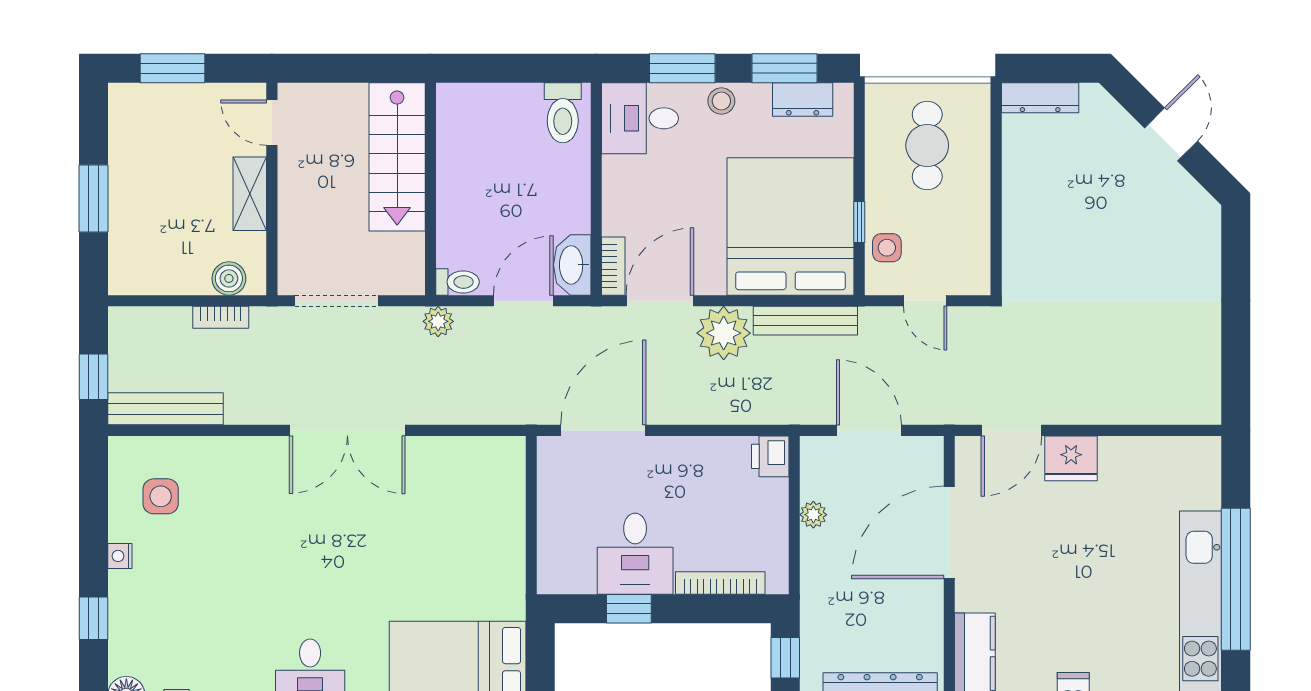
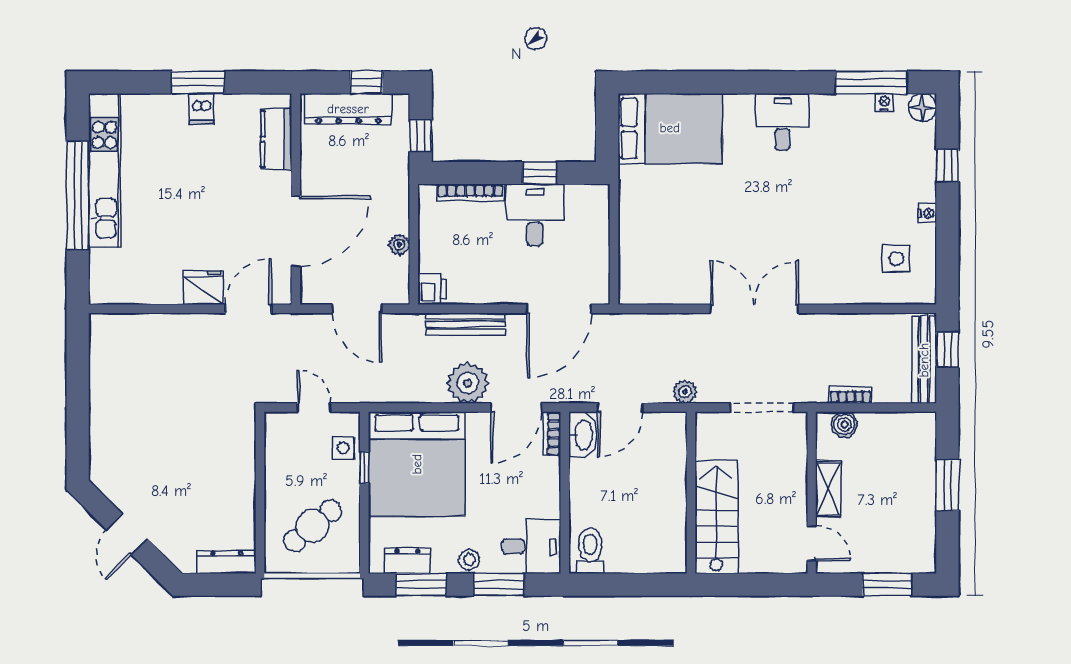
cafe table: (927, 145) -> (313, 526), turned 50
toilet: (457, 282) -> (670, 422), removed
bench: (805, 321) -> (466, 324), moved
bench: (166, 409) -> (924, 360), moved, turned 90

